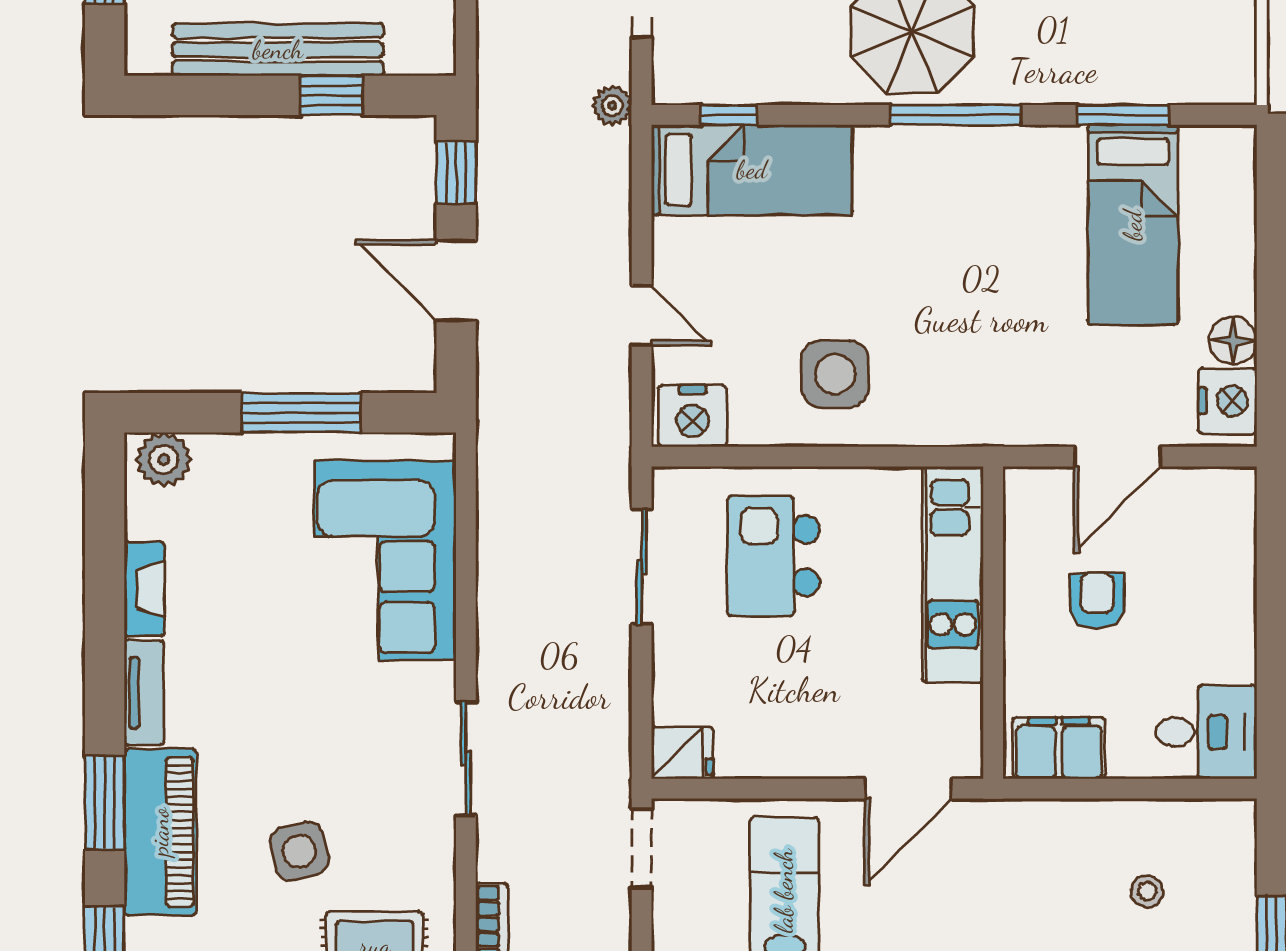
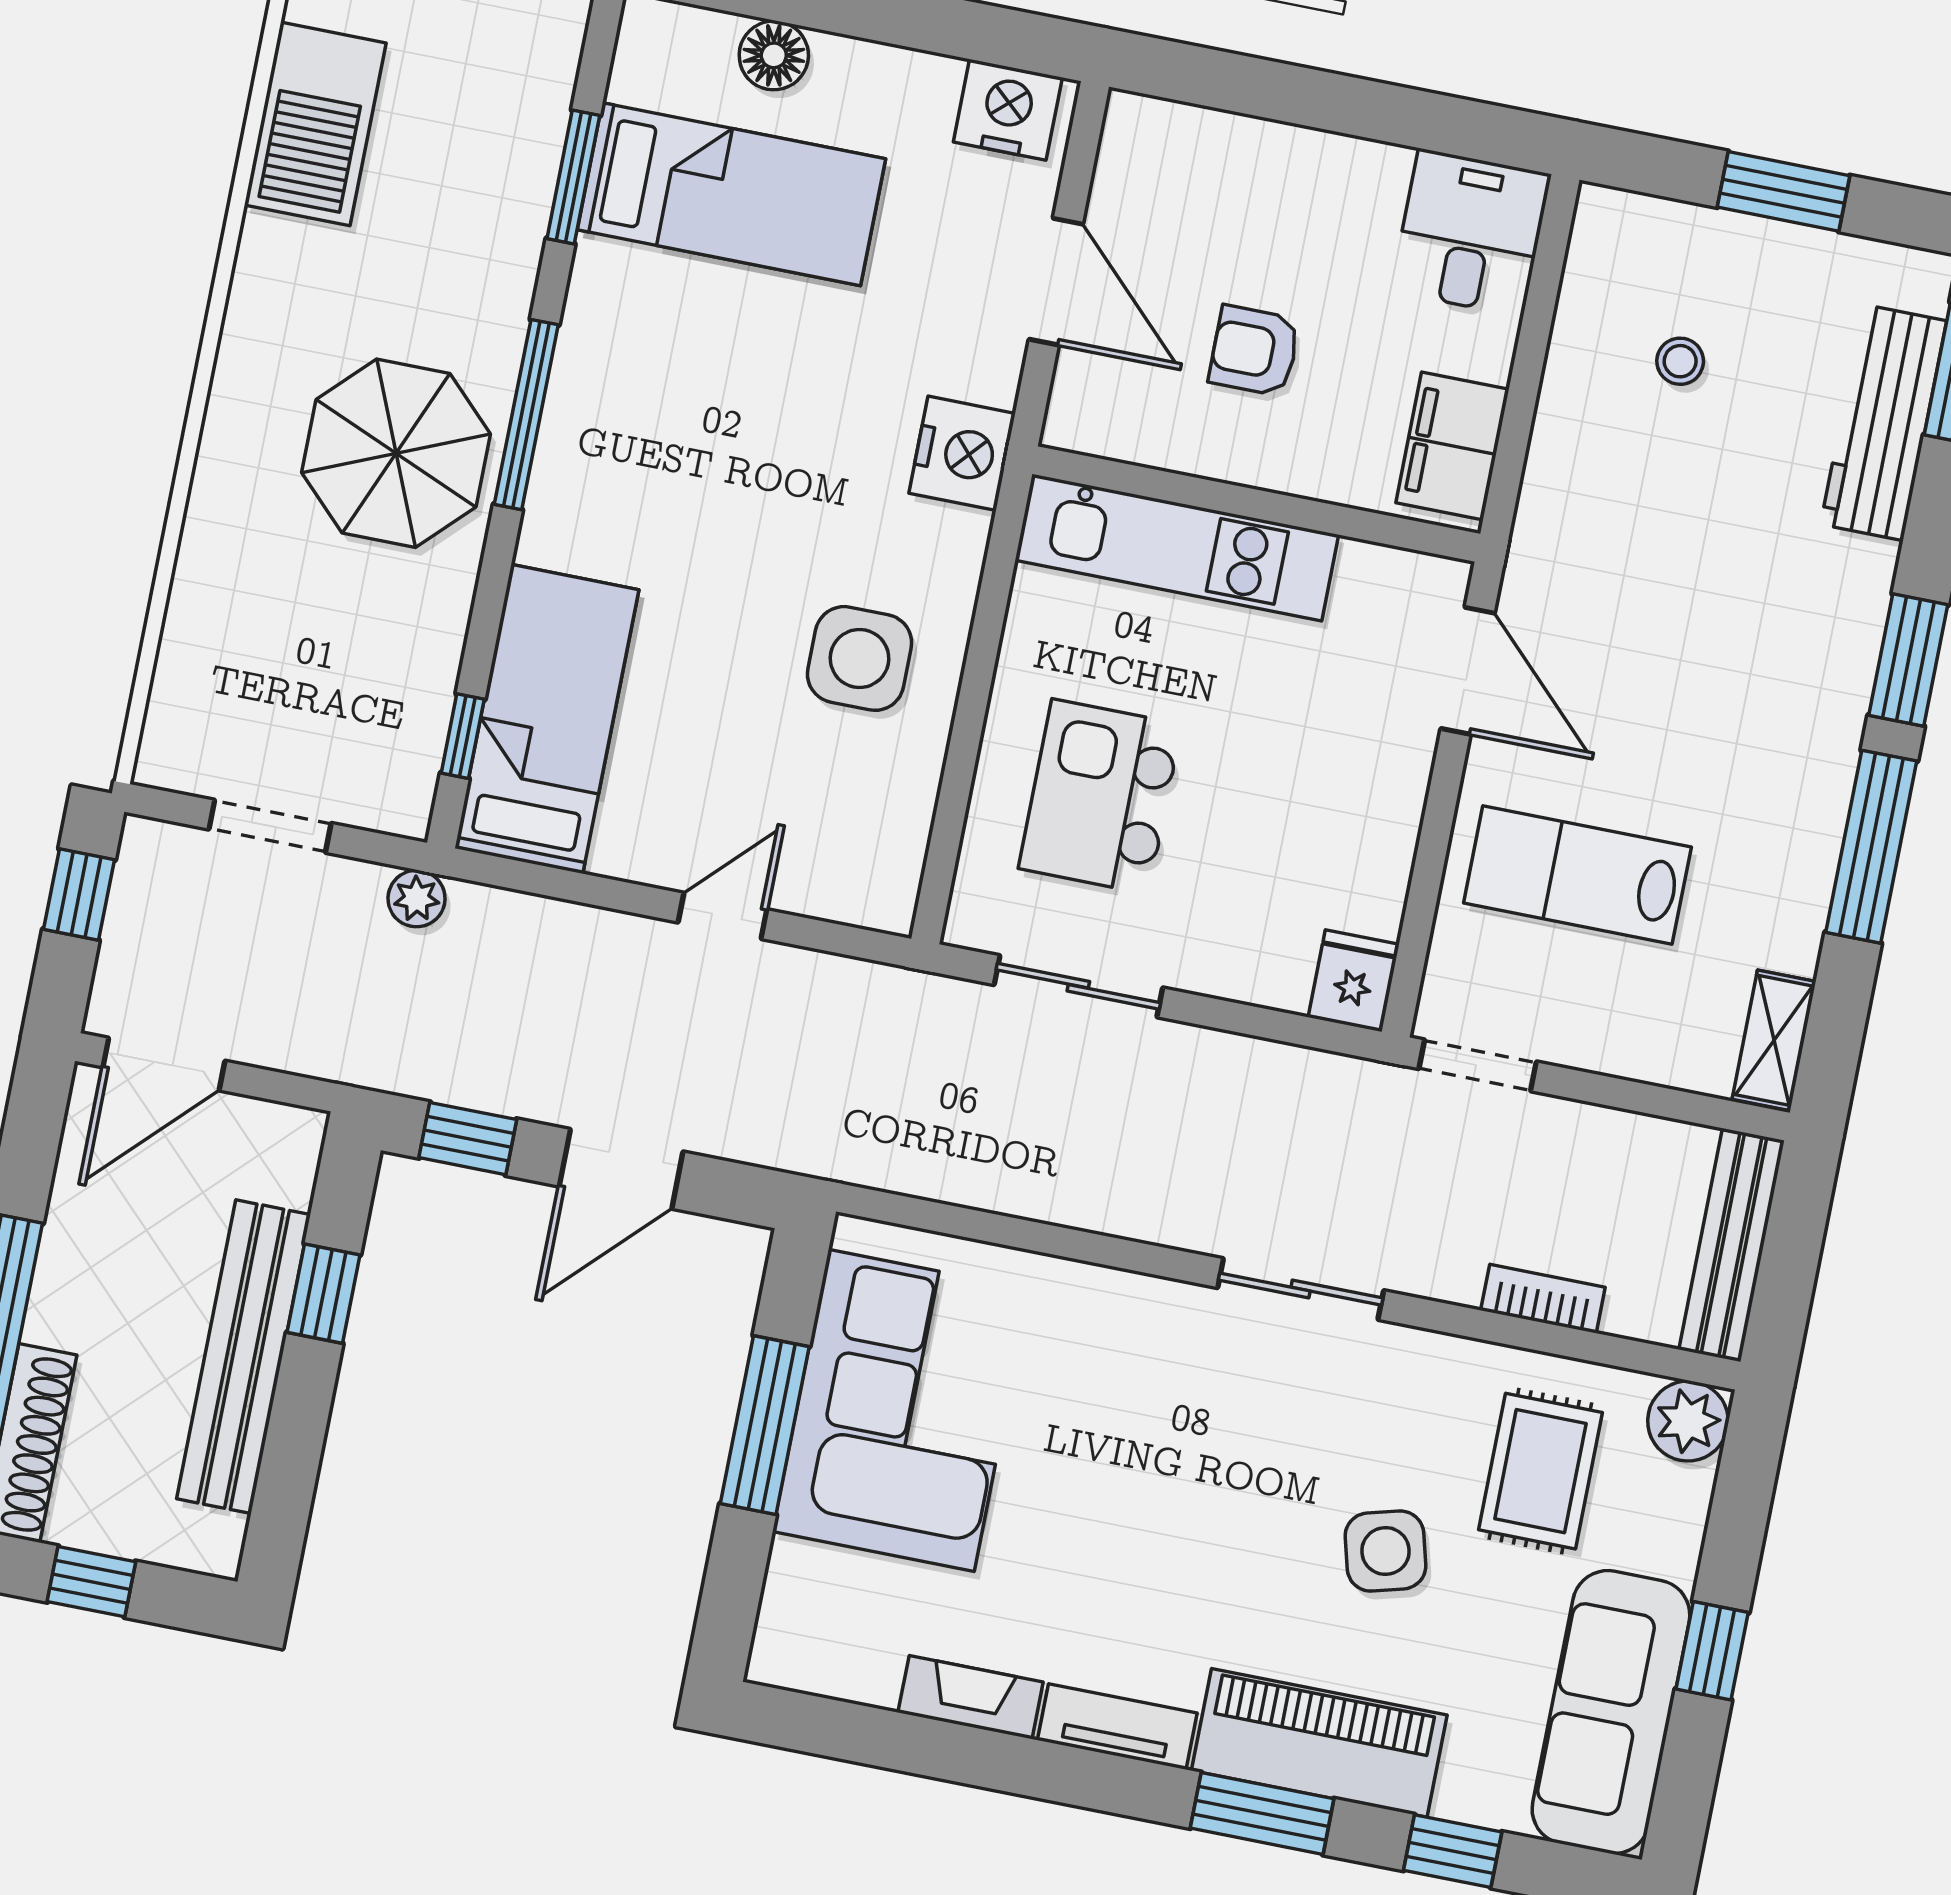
floor lamp: (1233, 340) -> (774, 55), moved
nightstand: (693, 416) -> (962, 453), moved
plant: (164, 460) -> (792, 1633), removed
kitchen island: (774, 556) -> (1100, 796), turned 90
corner sofa: (385, 560) -> (901, 1410), moved, turned -90

